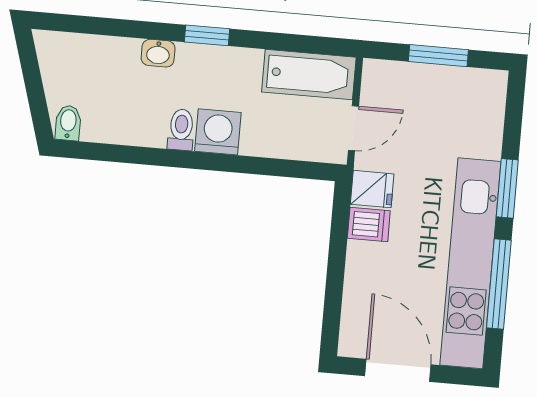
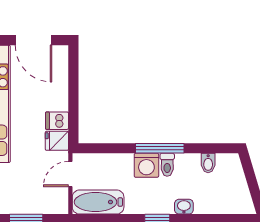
bidet: (68, 123) -> (208, 163), moved
window: (192, 160) -> (160, 148), added

